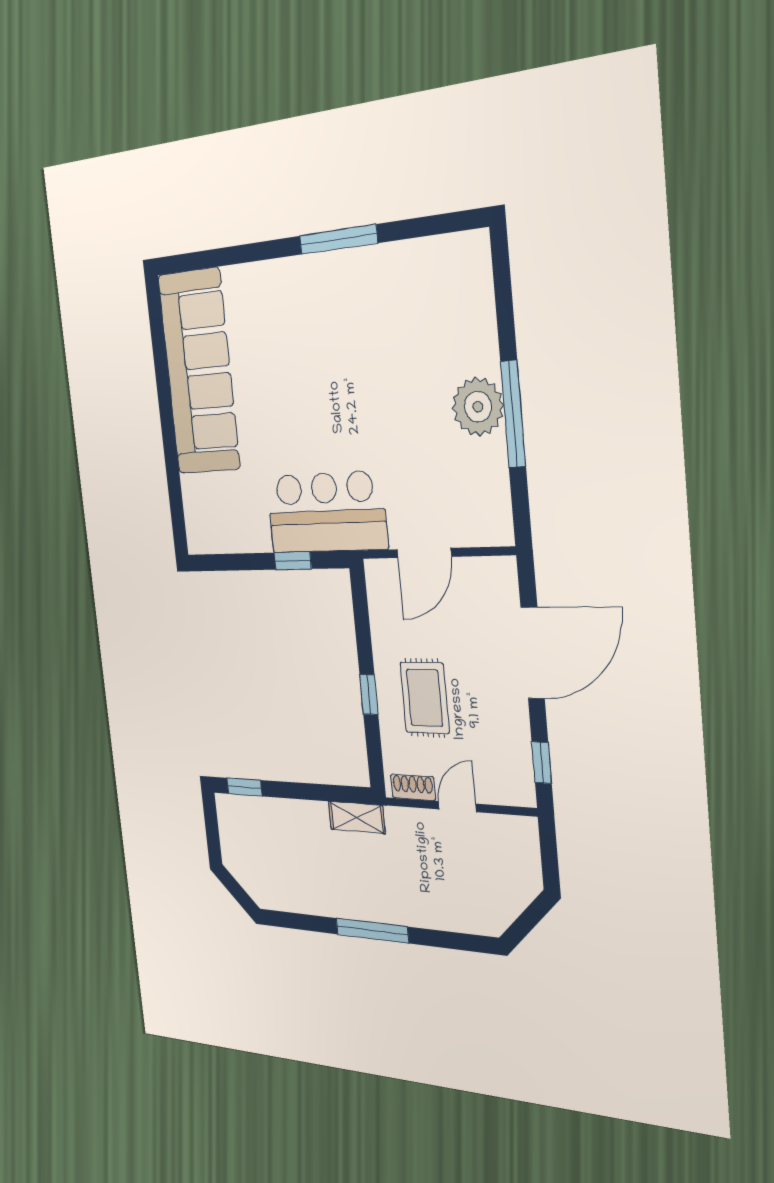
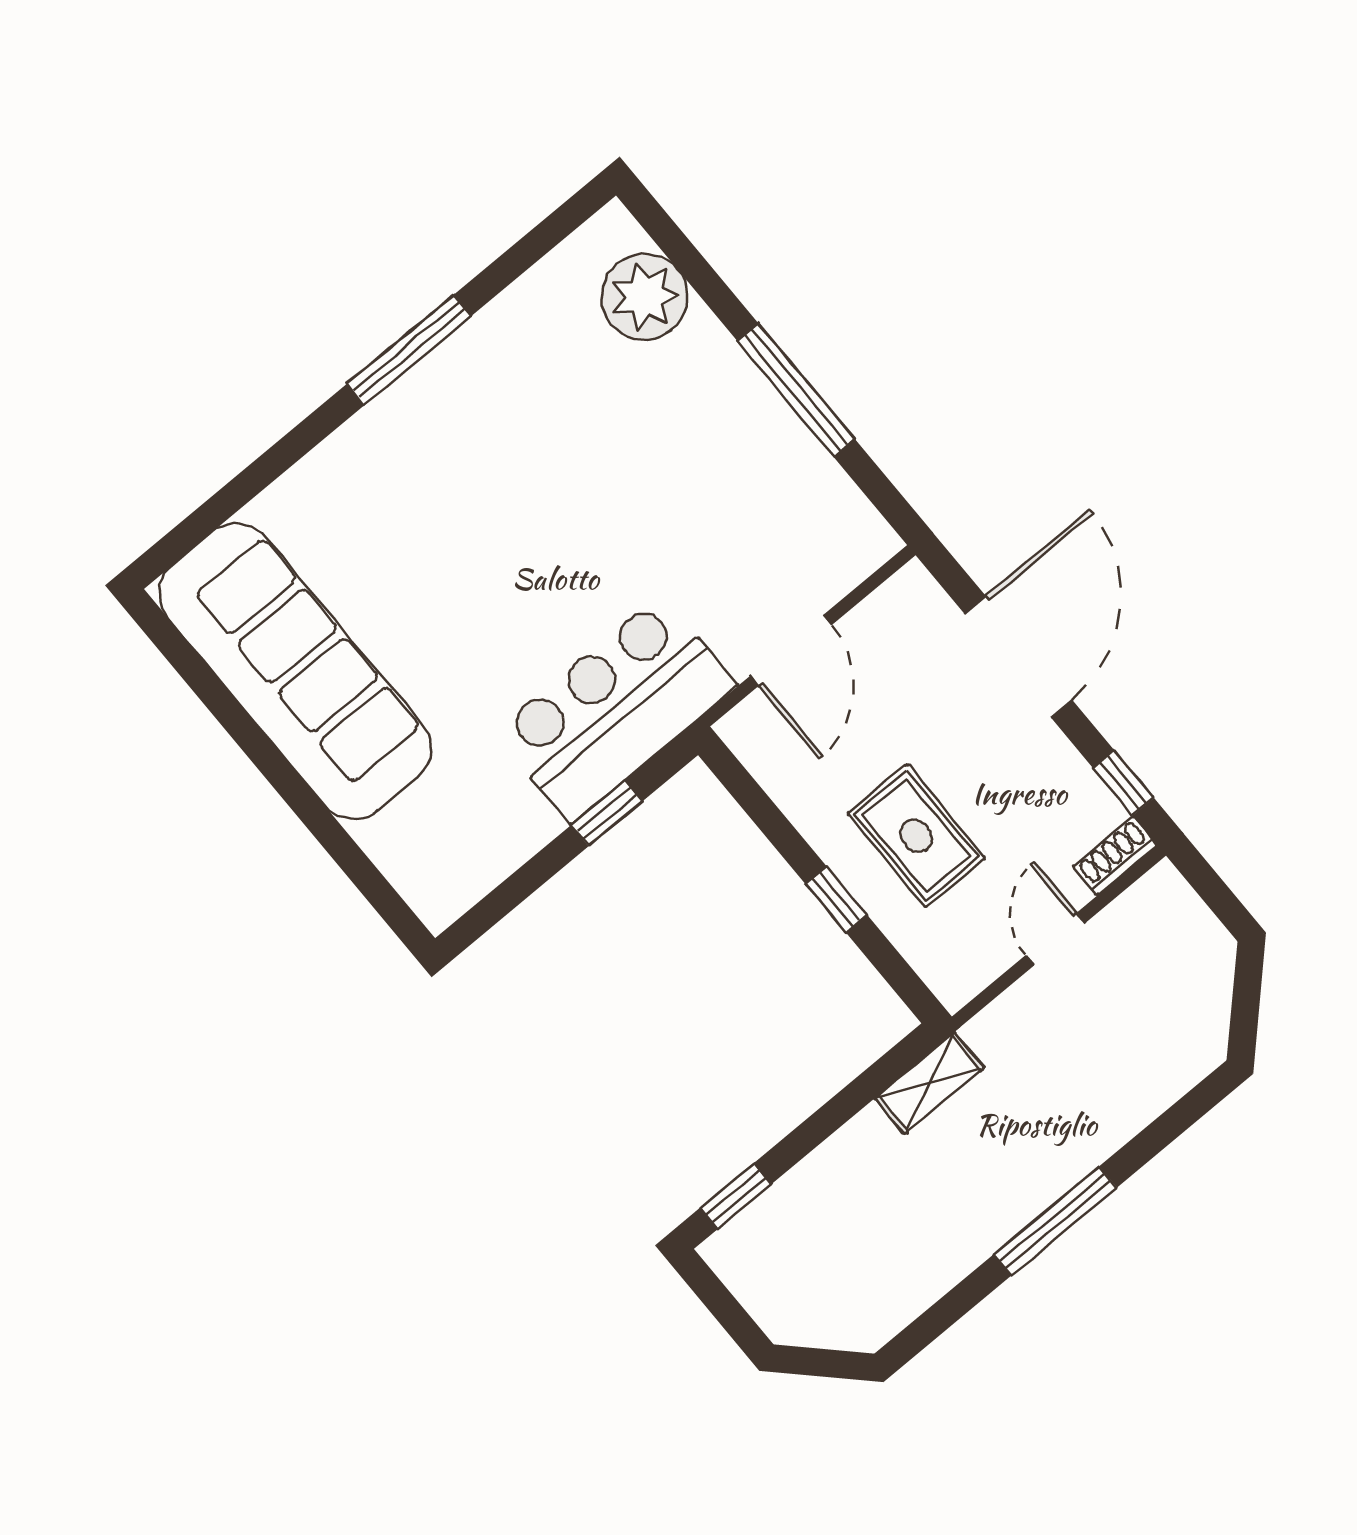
plant: (478, 407) -> (644, 297), moved
shoe rack: (413, 787) -> (1115, 856), moved

